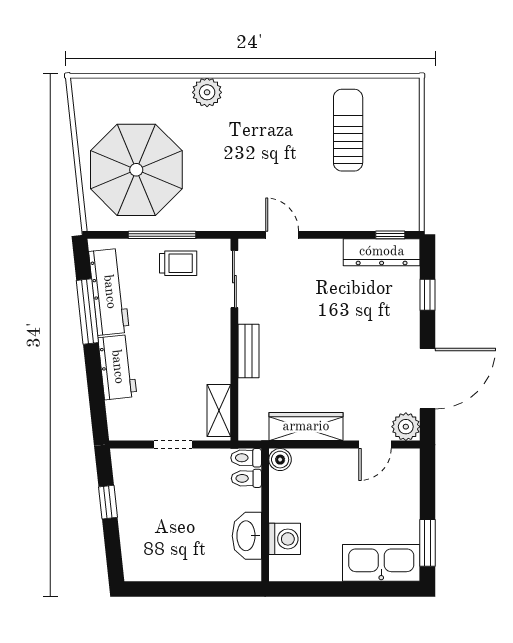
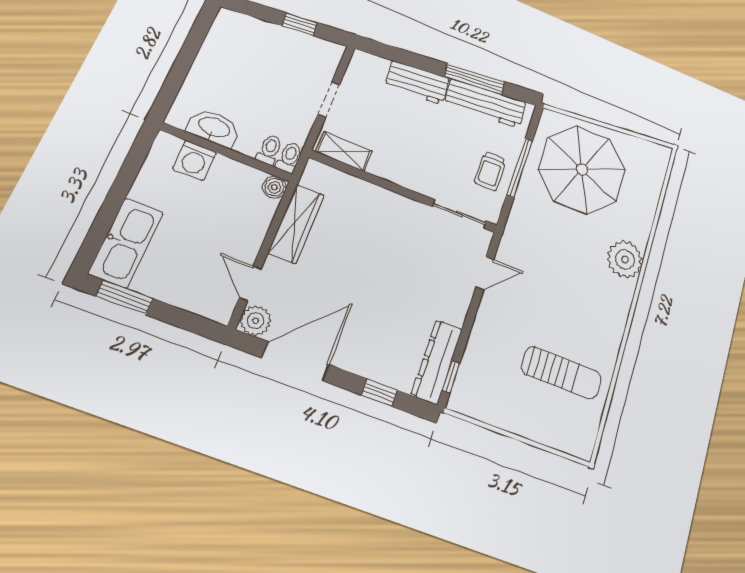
plant: (207, 92) -> (625, 259), width x1.36, depth x1.36
bench: (249, 351) -> (389, 200), removed
door: (427, 379) -> (295, 361), swing flipped

